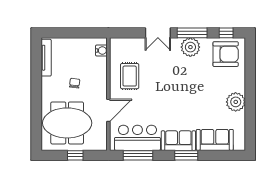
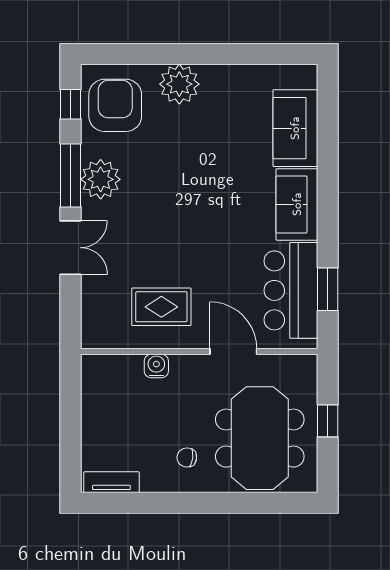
water cooler: (101, 50) -> (156, 366), moved
tv unit: (46, 58) -> (111, 482), width x0.71
chair: (75, 83) -> (187, 457), moved
plant: (236, 102) -> (179, 84), moved
window: (138, 155) -> (328, 289), width x0.69
window: (186, 155) -> (328, 188), removed

